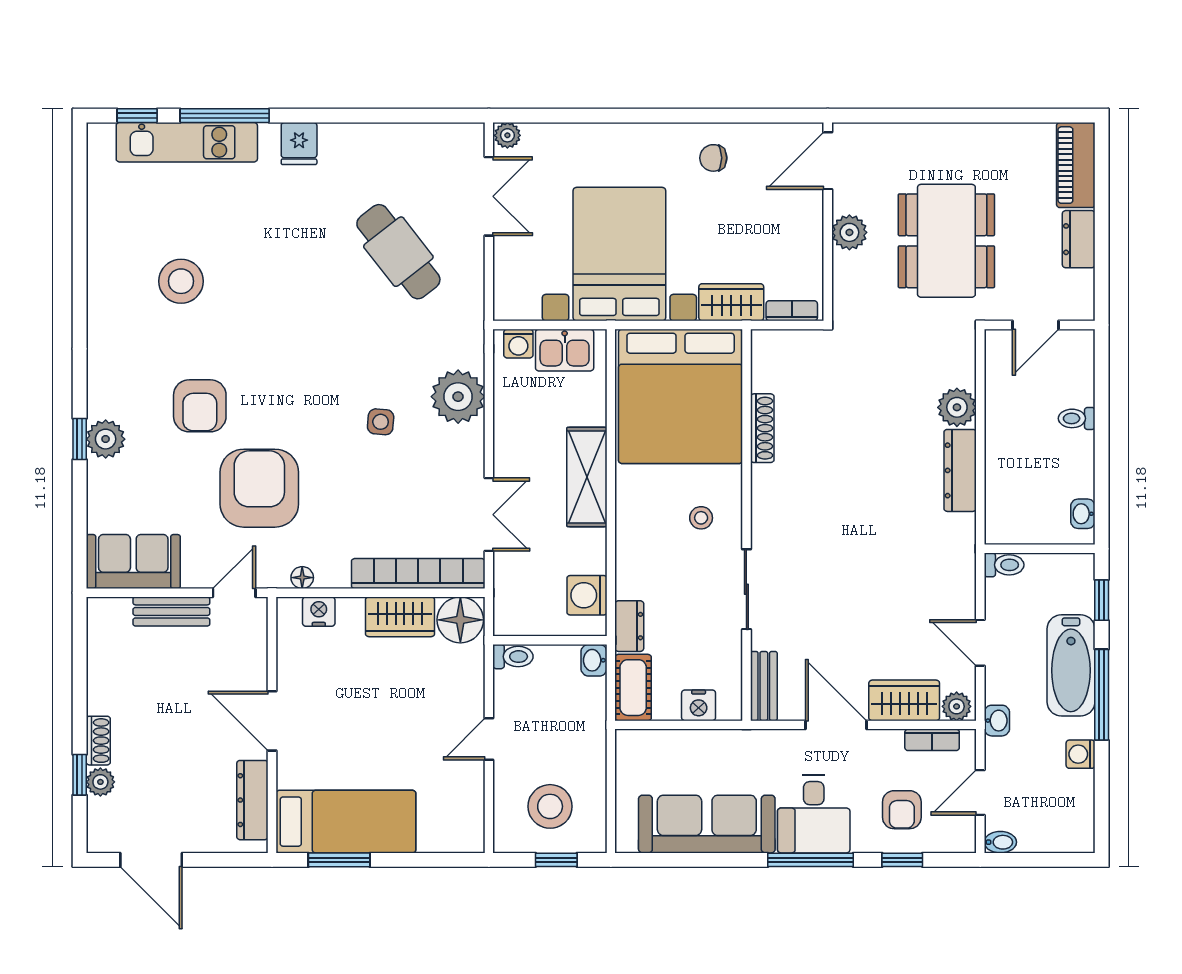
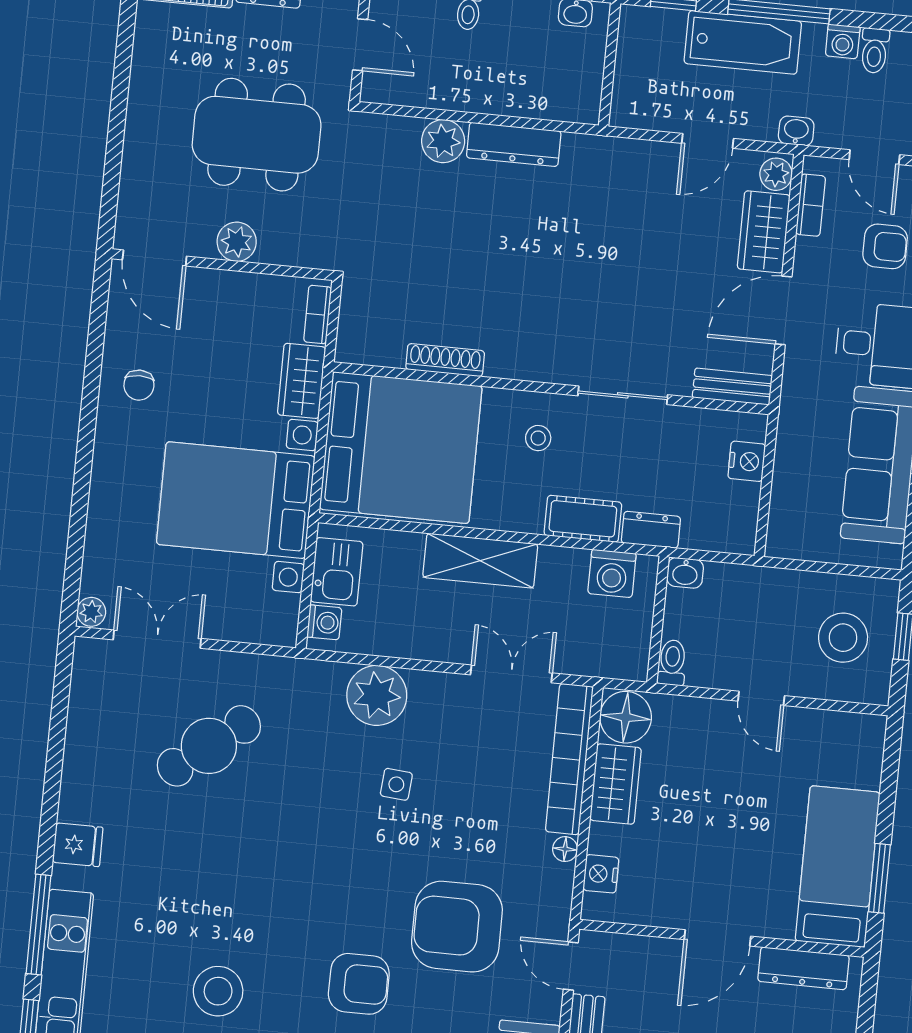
toilet: (1004, 565) -> (875, 51), moved, turned 180
floor lamp: (302, 578) -> (565, 849), moved
cot: (633, 688) -> (583, 519), moved

